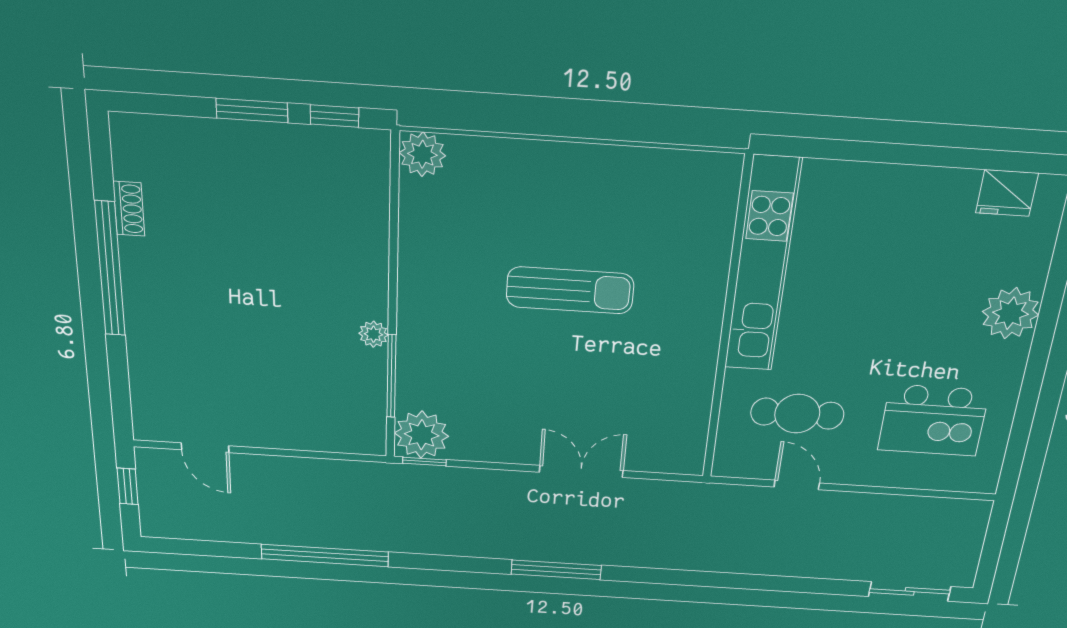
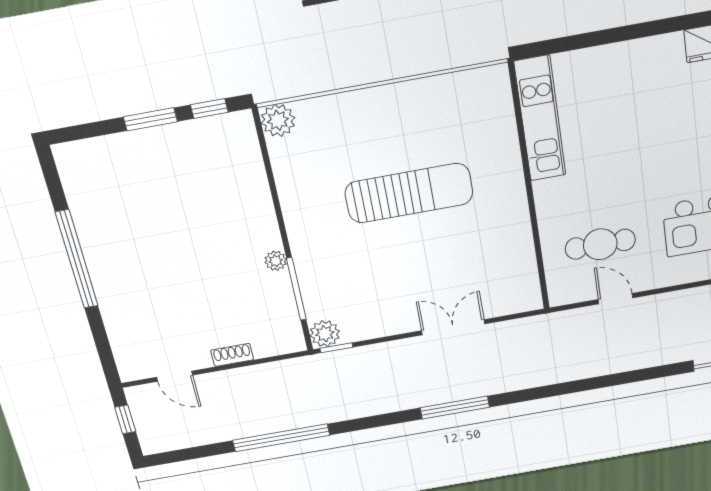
shoe rack: (129, 209) -> (232, 355), moved, turned -90
kitchen unit: (762, 266) -> (540, 119), width x0.73
sun lounger: (570, 290) -> (409, 193), width x1.36, depth x1.34
plant: (422, 435) -> (325, 334), width x0.73, depth x0.73

